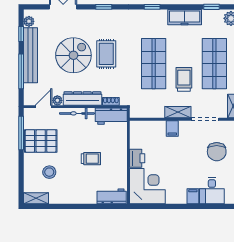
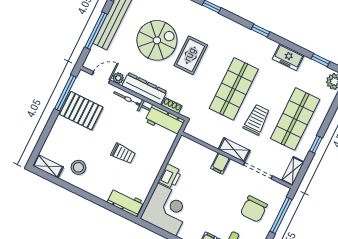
freezer: (185, 17) -> (288, 57), width x0.71
stool: (49, 172) -> (78, 167), moved

